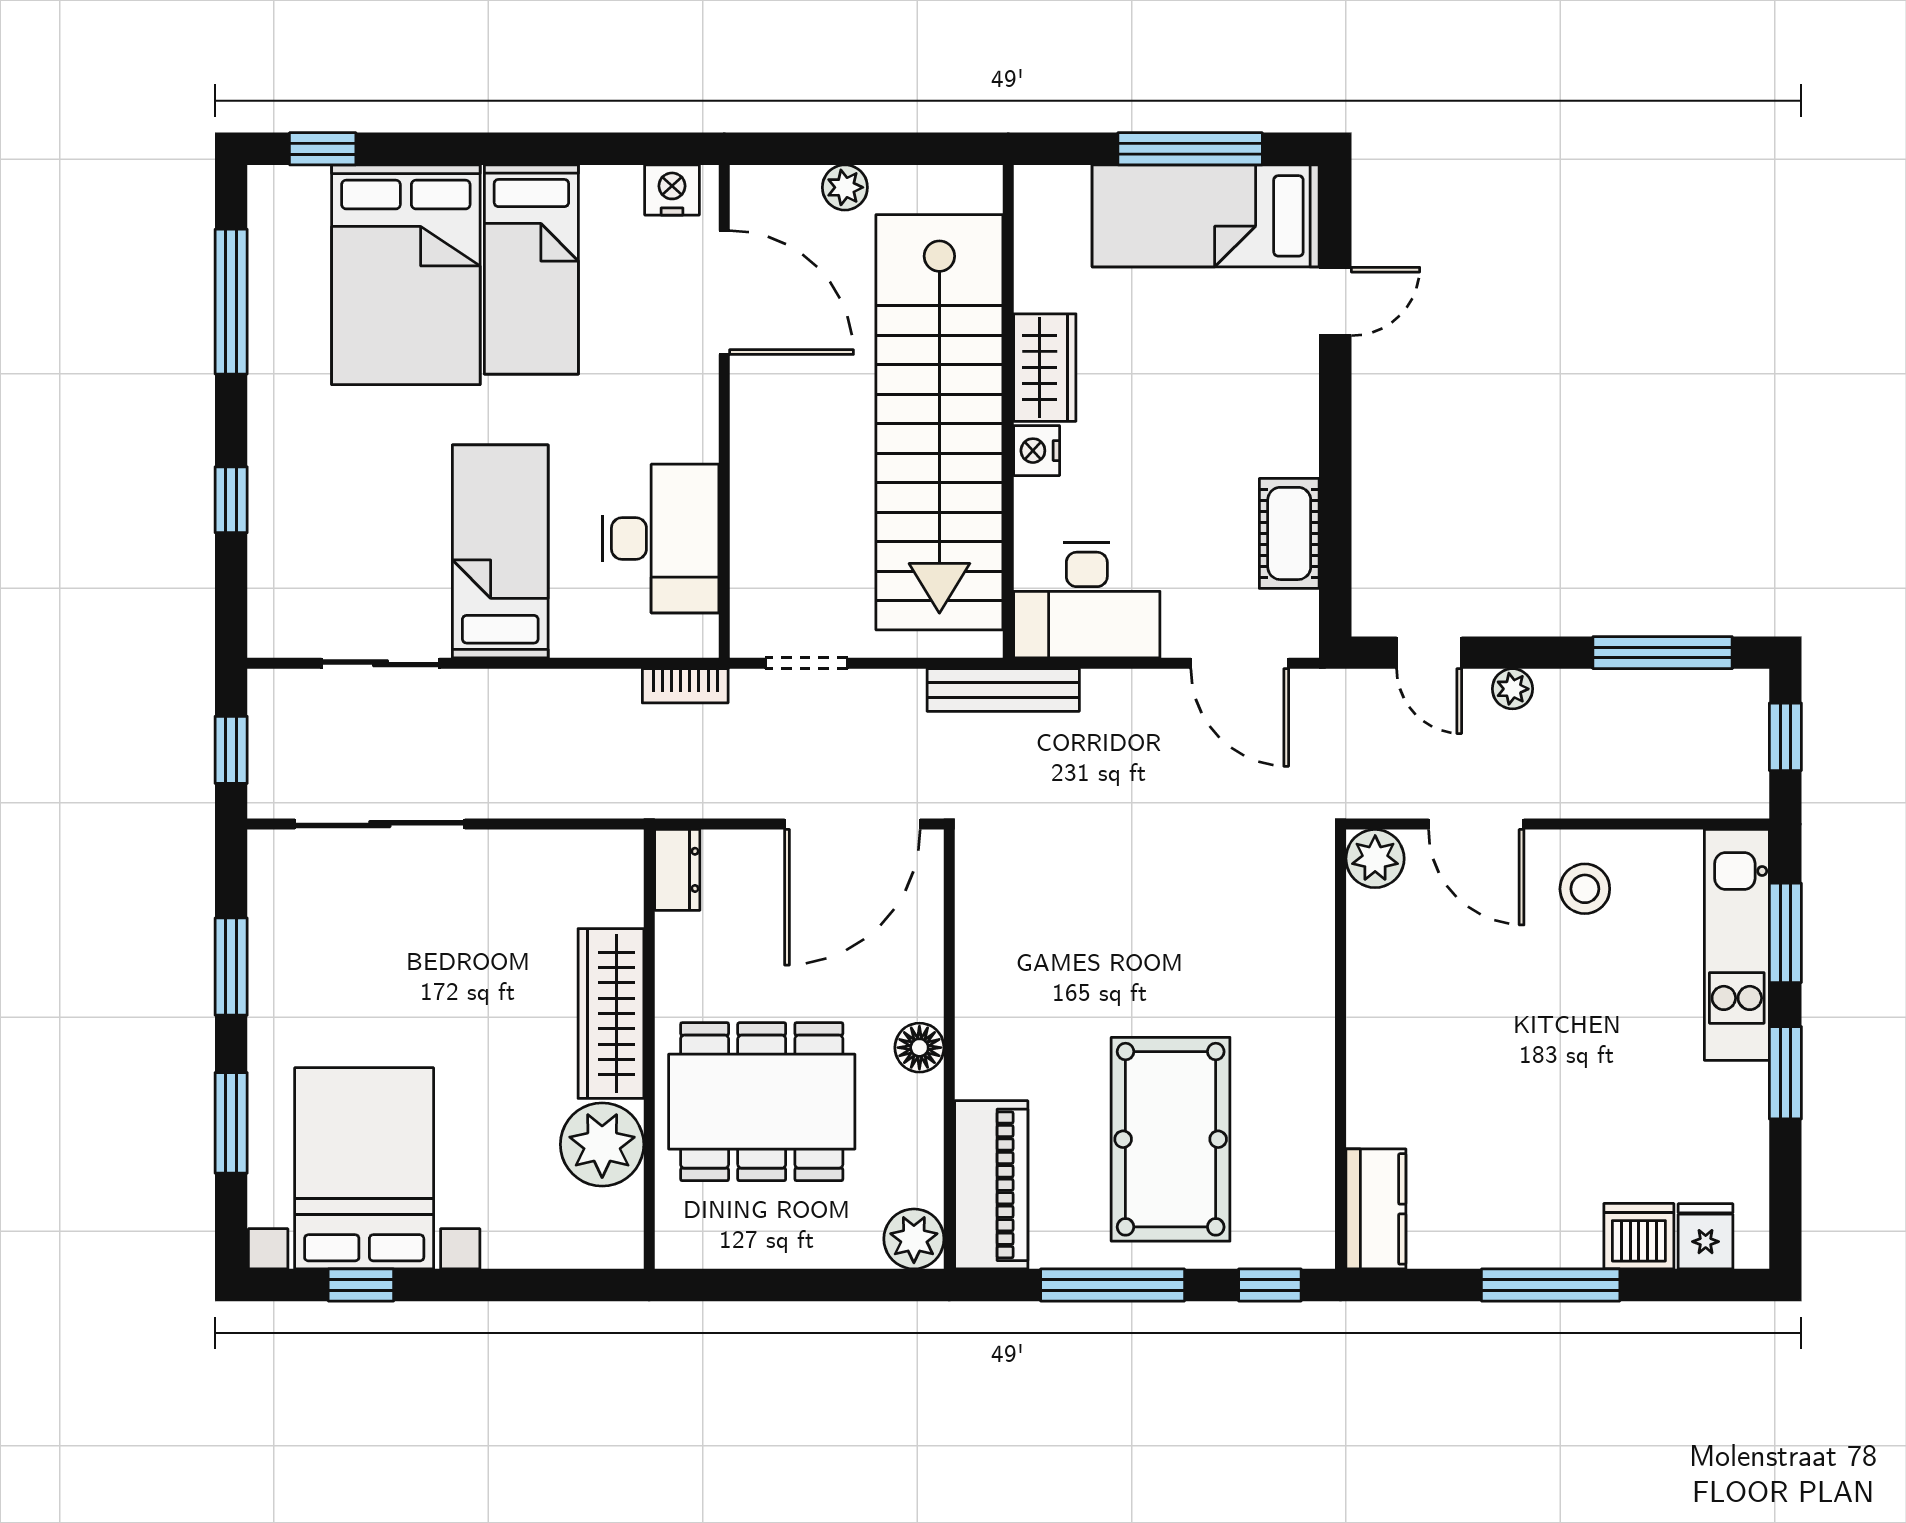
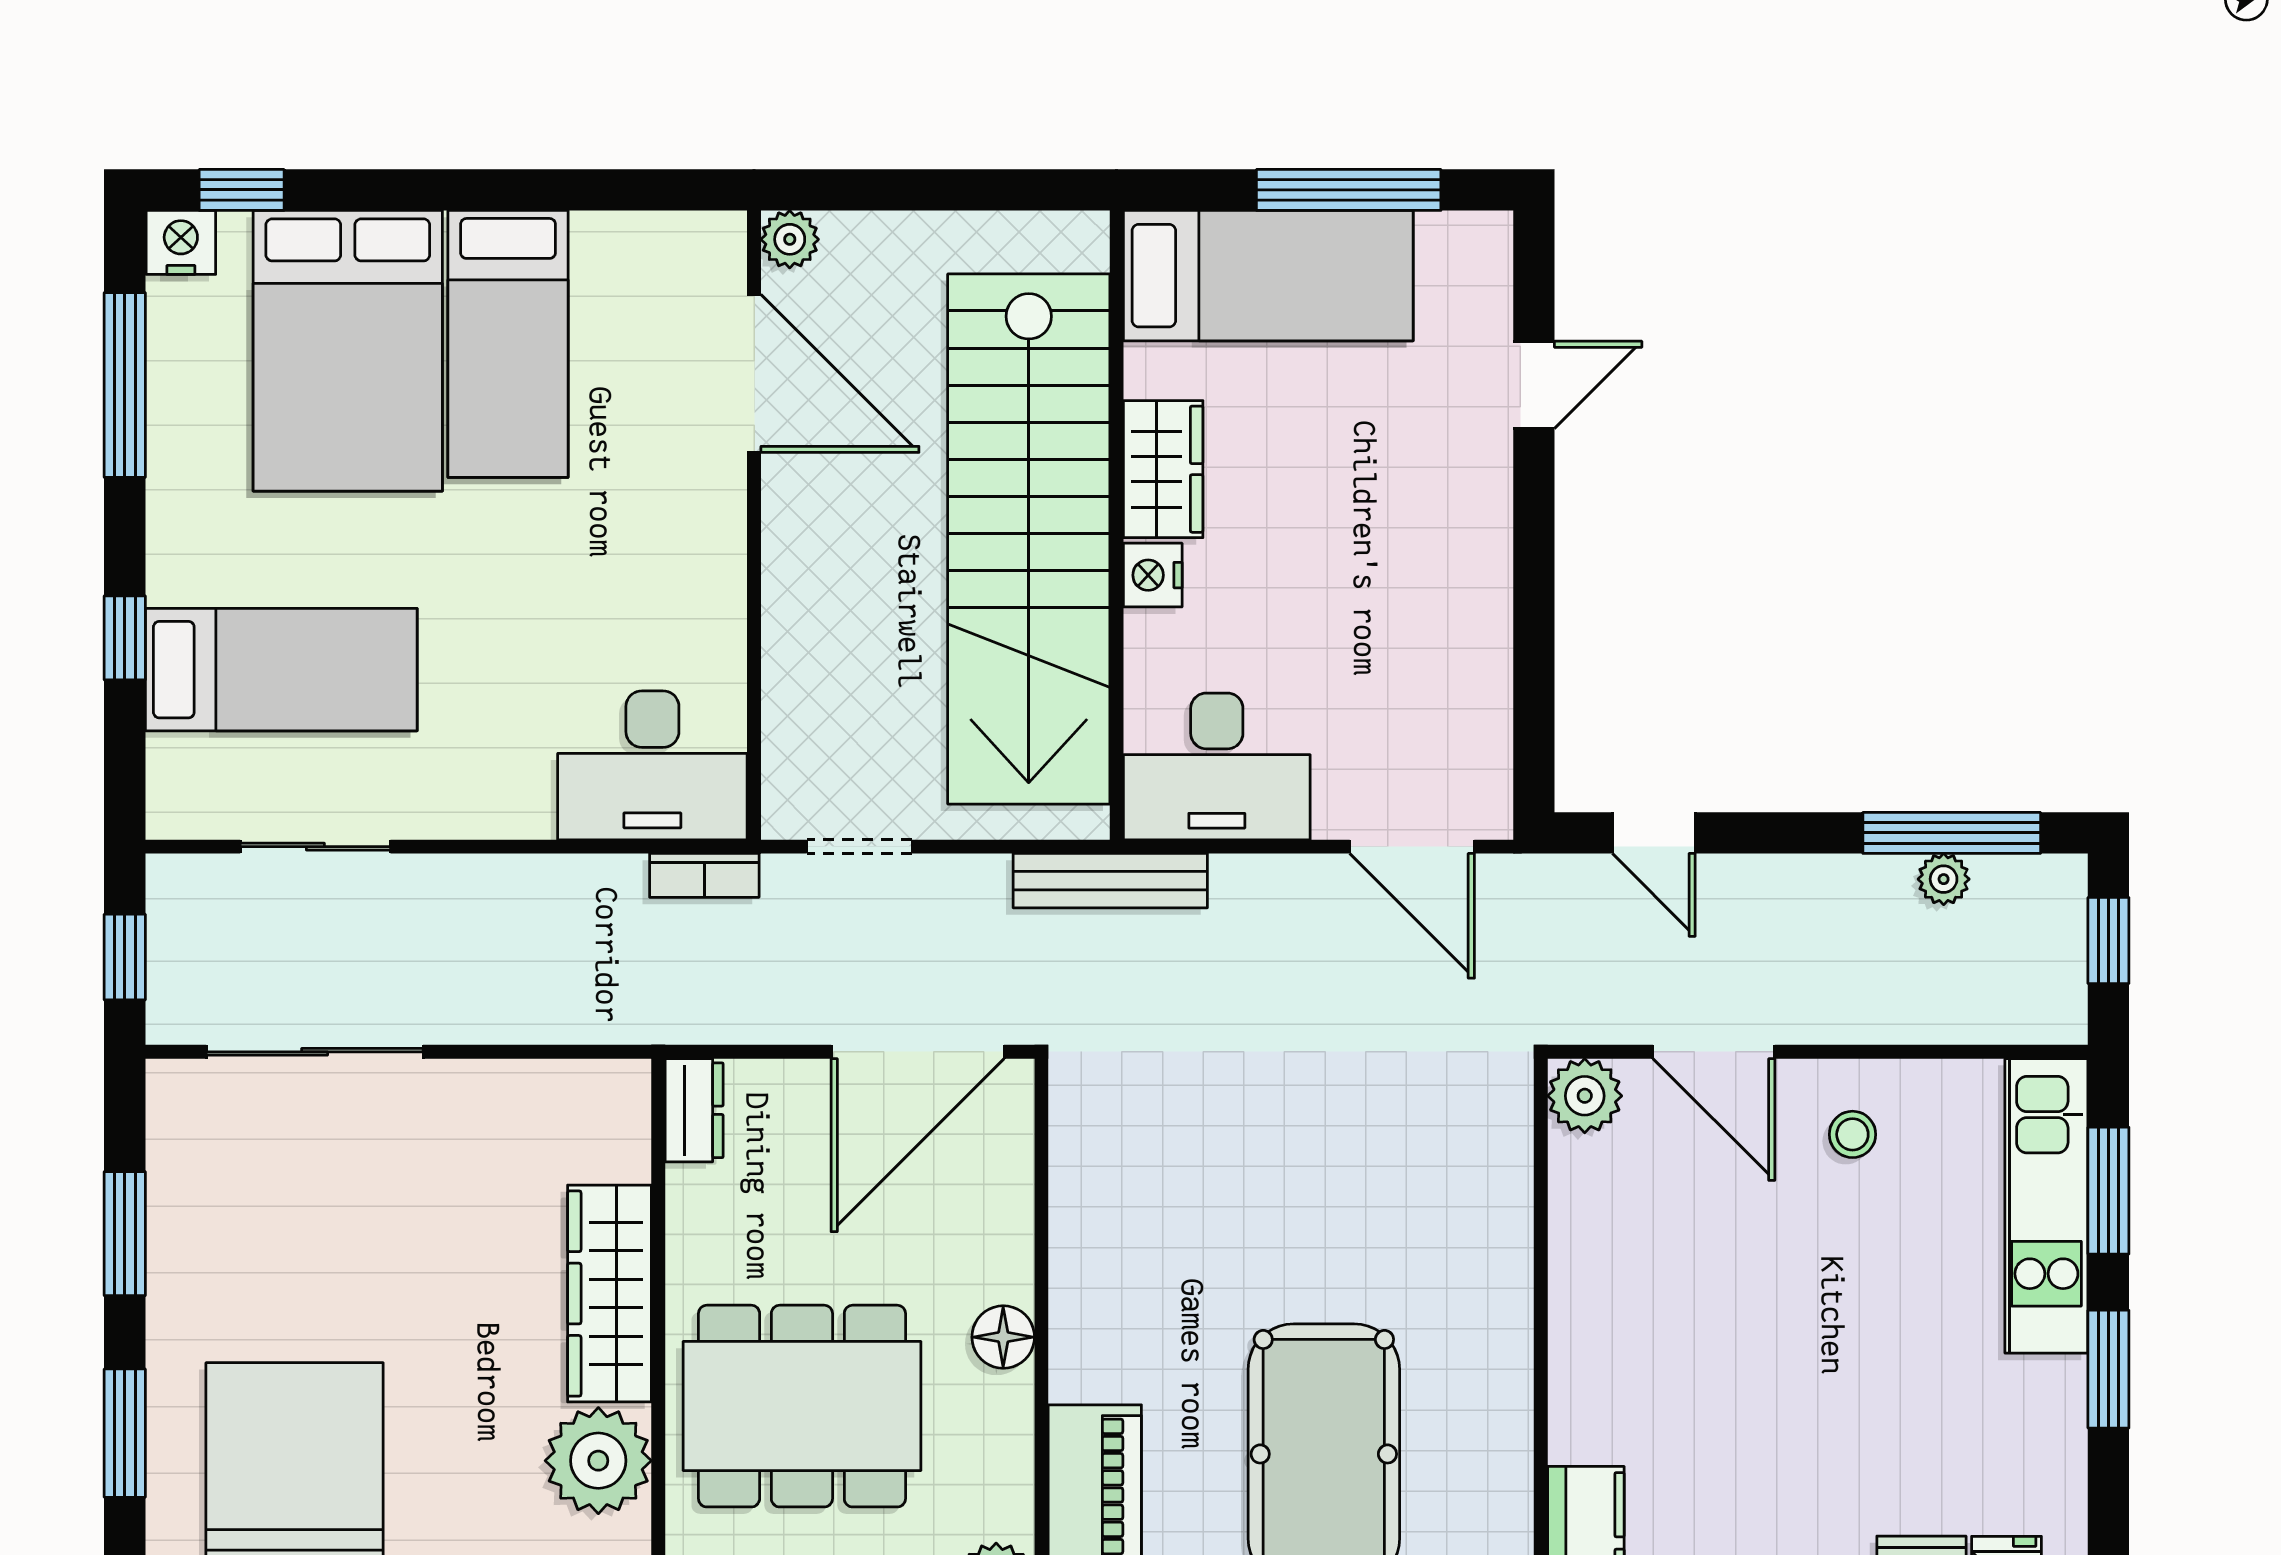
plant: (845, 187) -> (790, 239), moved
nightstand: (672, 190) -> (181, 242), moved
bed: (1206, 216) -> (1268, 276), moved, turned 180
cot: (1289, 533) -> (1475, 681), removed
desk: (660, 539) -> (652, 765), moved, turned 90
bed: (500, 551) -> (281, 670), moved, turned 90
plant: (1512, 689) -> (1944, 879), moved
stool: (1585, 889) -> (1852, 1134), width x0.73, depth x0.73

